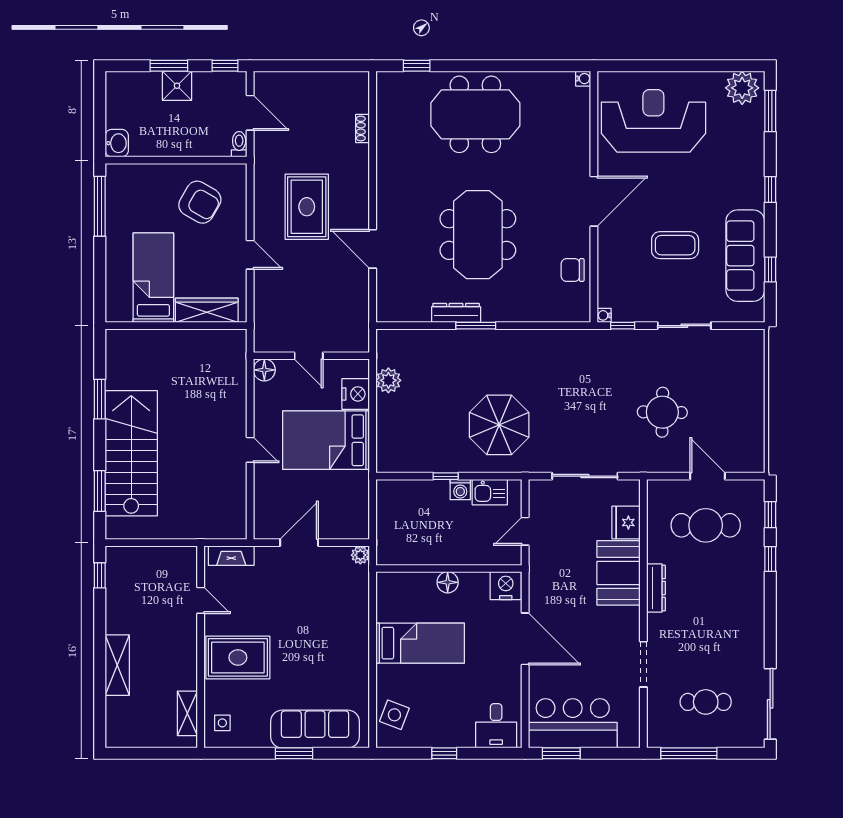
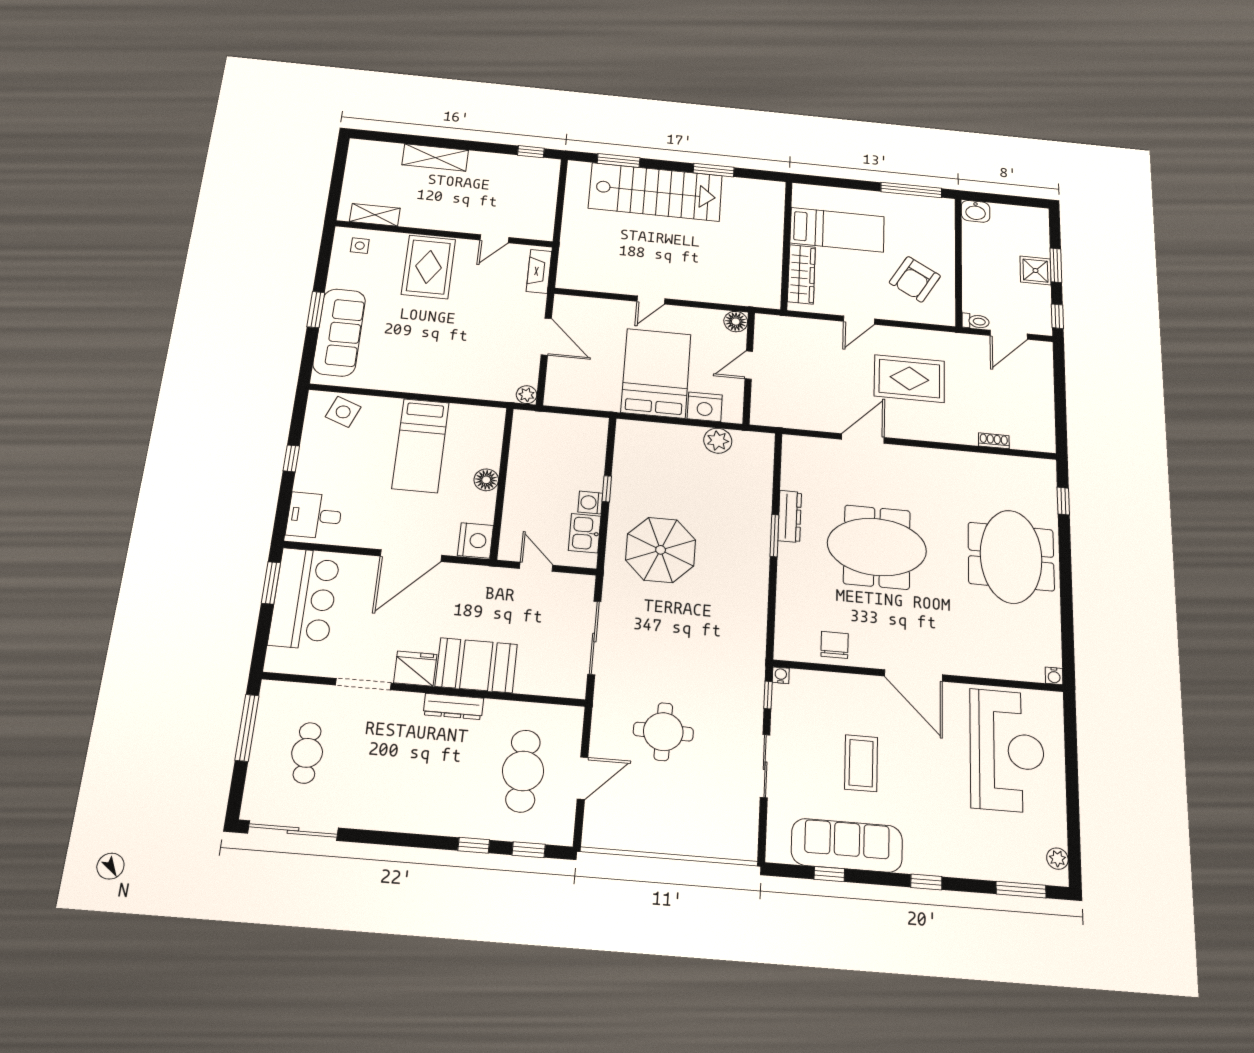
plant: (742, 88) -> (1057, 859), width x0.53, depth x0.53
fridge: (626, 523) -> (415, 669), moved

